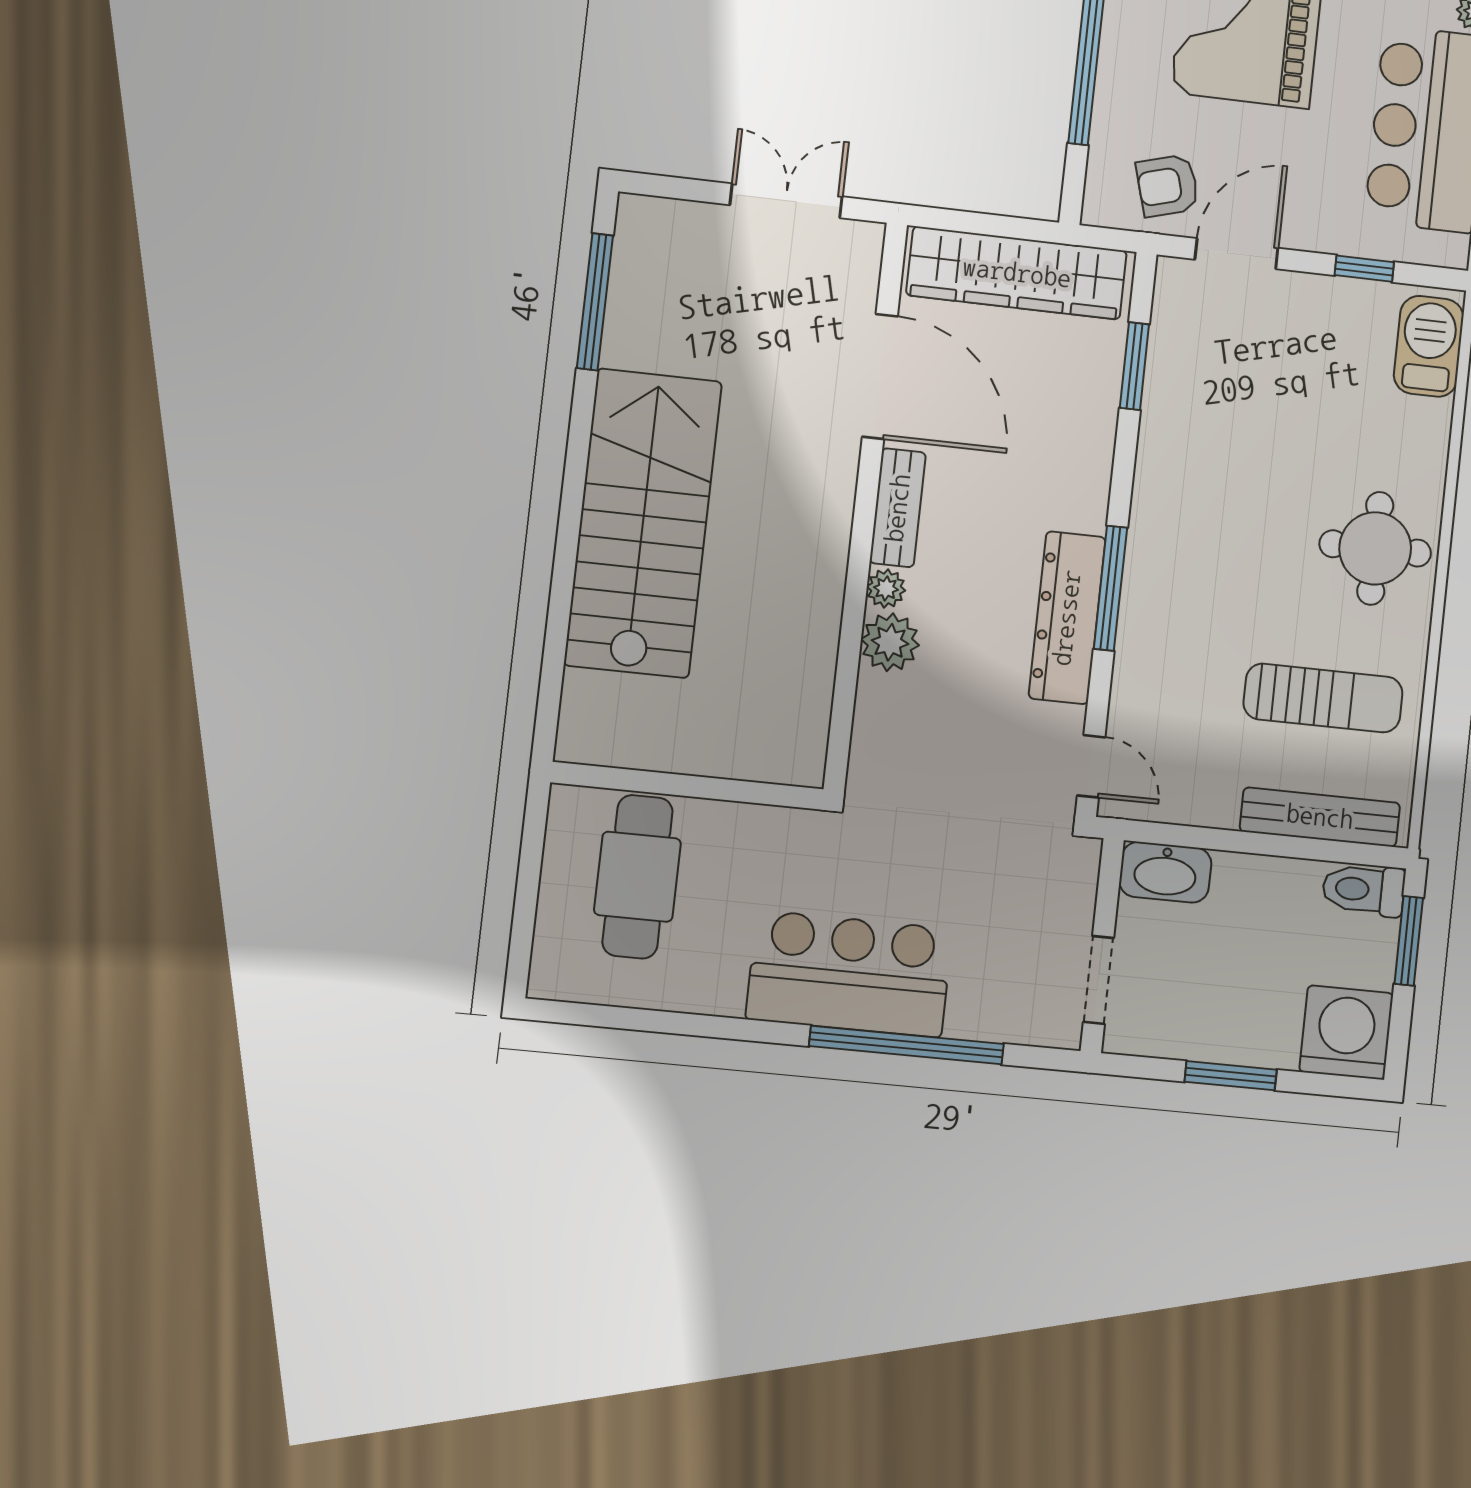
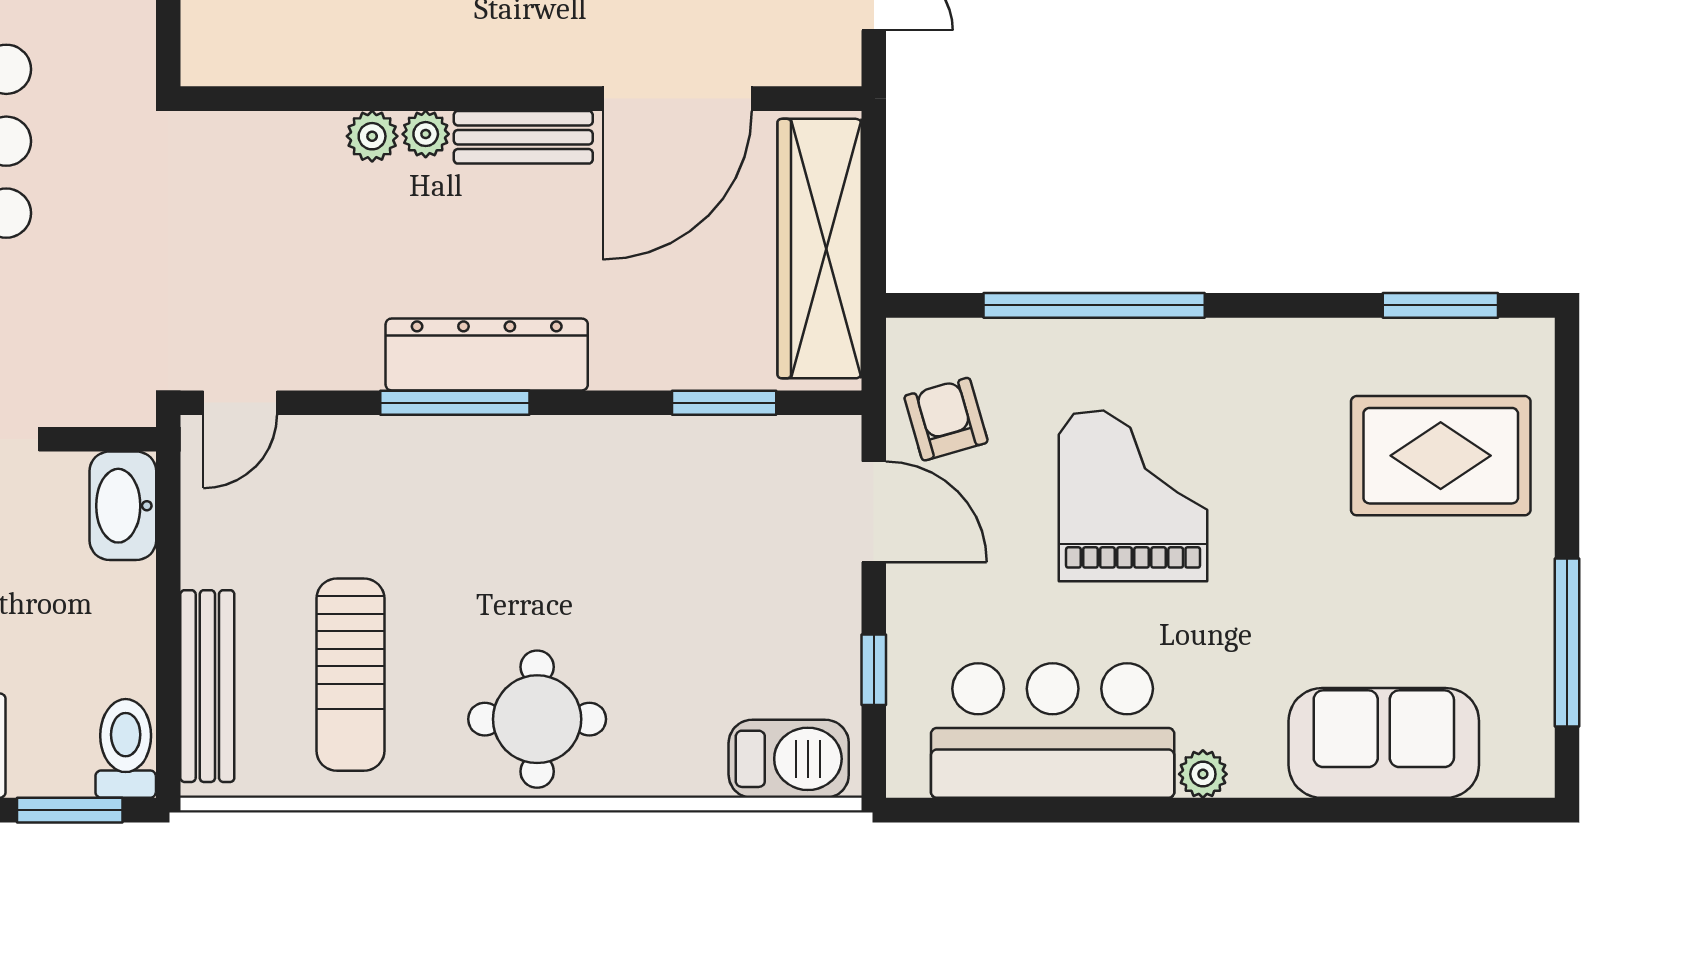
dresser: (1067, 618) -> (487, 354), moved
plant: (890, 642) -> (372, 136), width x0.73, depth x0.73

